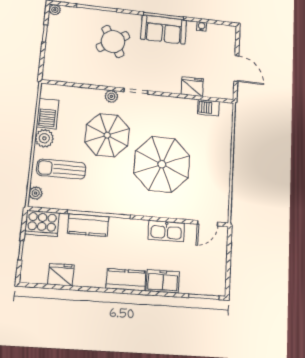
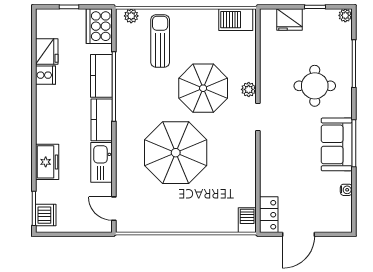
round table: (113, 41) -> (315, 86), turned 32
fridge: (192, 87) -> (290, 20), moved, turned 90
locker: (219, 91) -> (269, 215), added
barbecue: (208, 108) -> (247, 220), moved
barbecue: (48, 113) -> (236, 20), moved
plant: (44, 138) -> (193, 19), removed
cooker: (83, 277) -> (45, 75), added
kitchen counter: (126, 280) -> (102, 120), moved, turned 180
dishwasher: (210, 286) -> (46, 215), added

